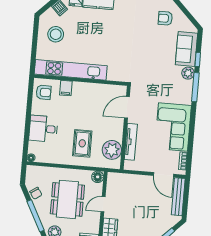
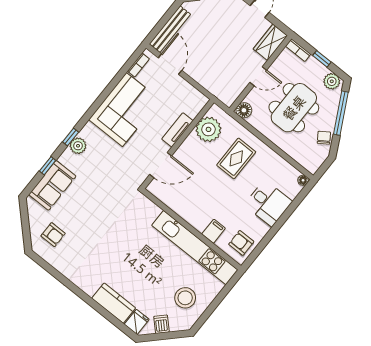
plant: (188, 73) -> (78, 146), moved
window: (195, 87) -> (71, 137), width x0.46
tv unit: (131, 142) -> (177, 130), width x0.71

